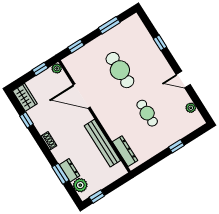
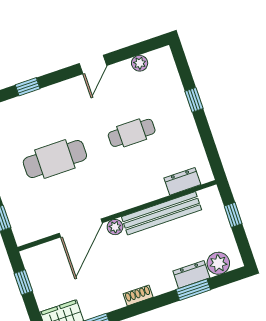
plant: (57, 68) -> (115, 227), moved
dresser: (125, 151) -> (182, 181), width x0.70
window: (97, 197) -> (233, 215), moved

